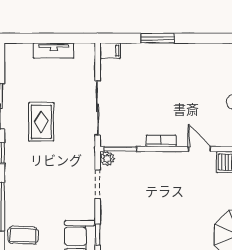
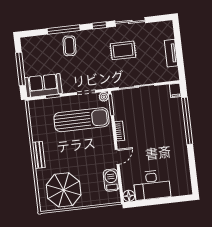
window: (158, 38) -> (187, 121), width x2.11
sun lounger: (138, 196) -> (81, 120), added
coffee table: (23, 235) -> (69, 46), moved

